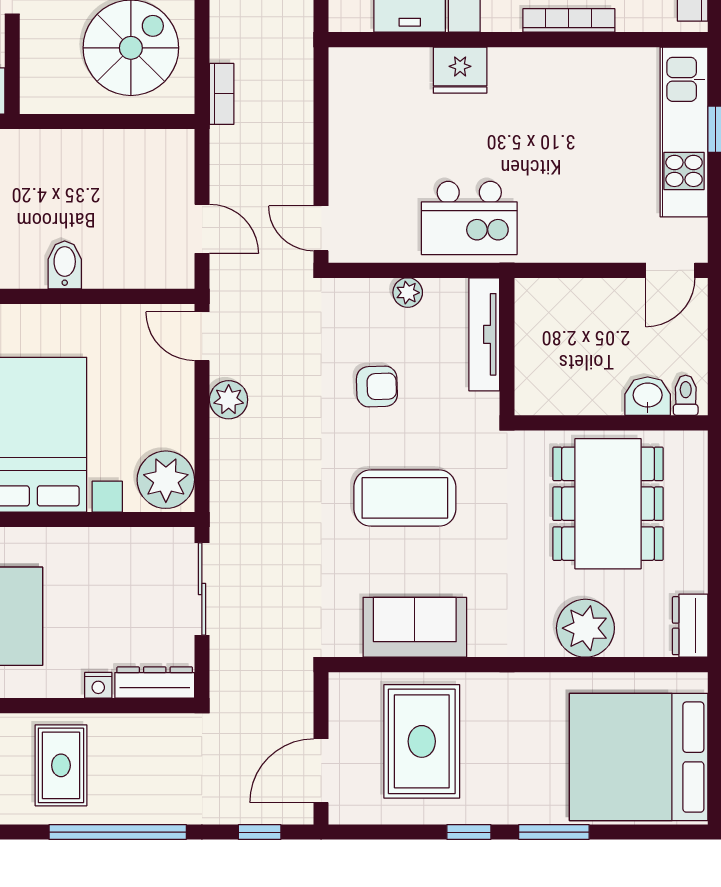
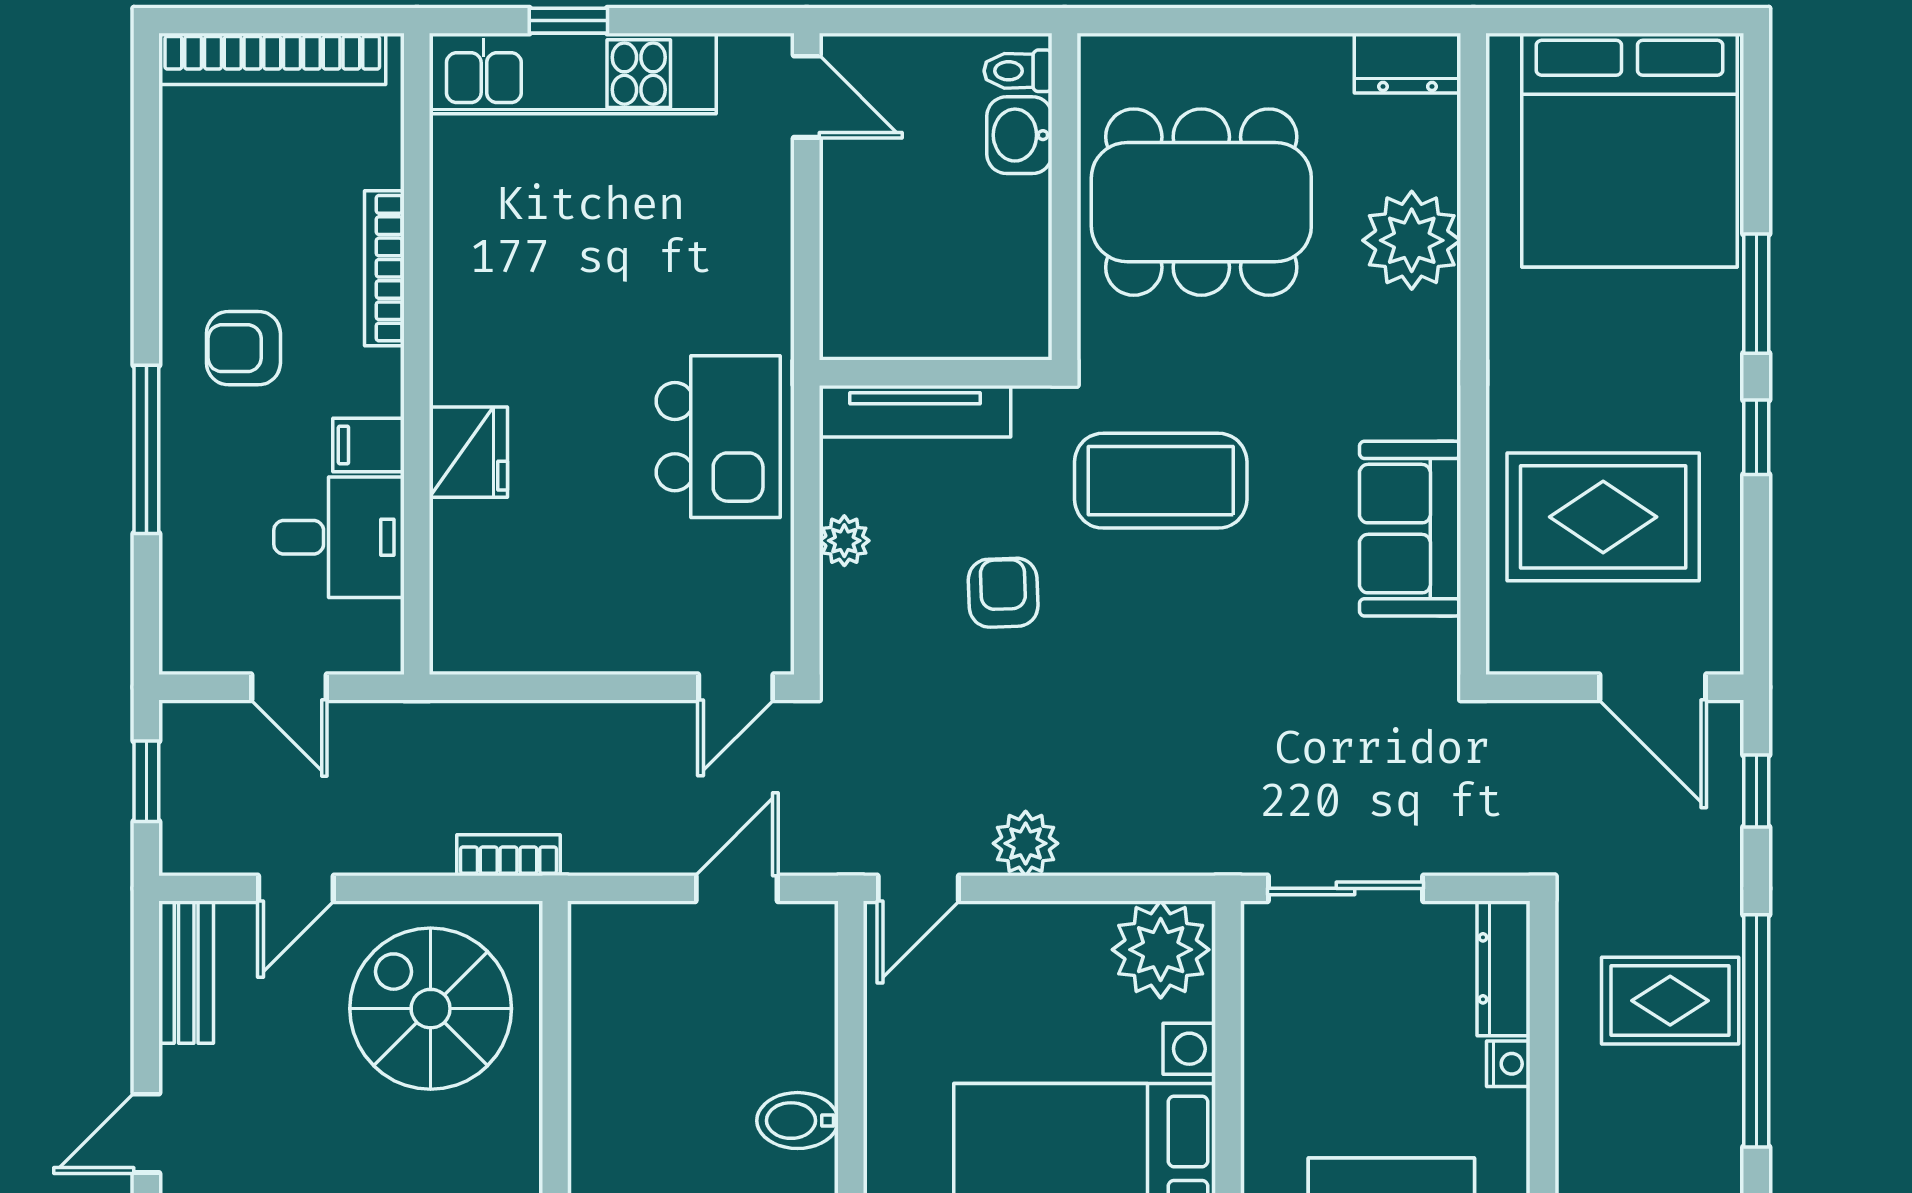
coffee table: (405, 498) -> (1161, 481), moved, turned 90
rug: (61, 765) -> (1670, 1001), moved

